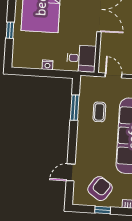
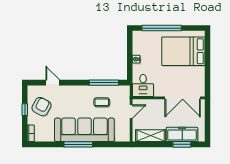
window: (10, 30) -> (162, 28), width x3.17
window: (75, 108) -> (104, 83), width x1.44
armchair: (100, 189) -> (41, 107), turned -97

